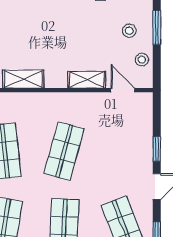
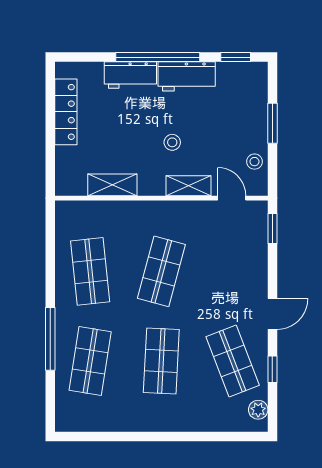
stool: (129, 31) -> (172, 142), moved
window: (157, 149) -> (272, 228), moved

